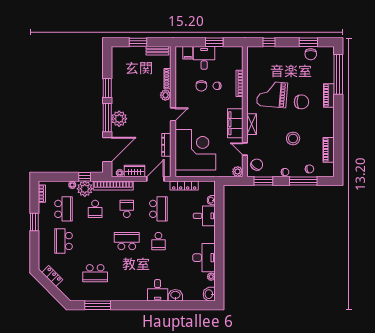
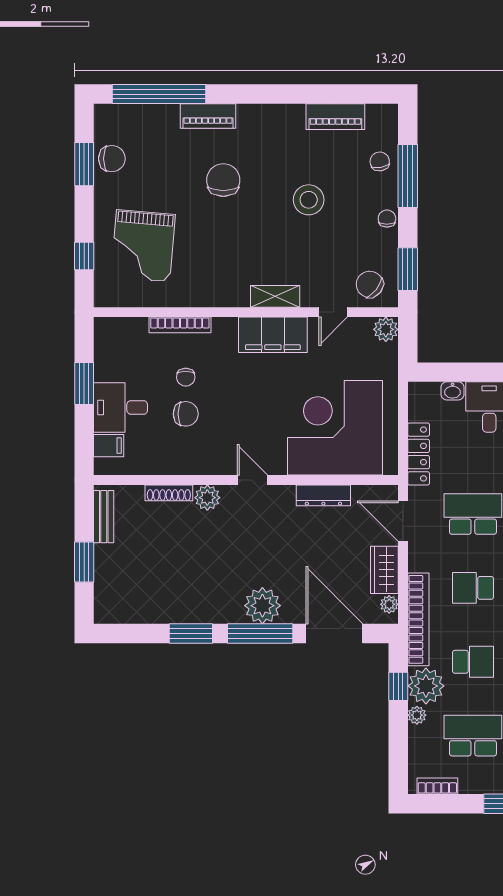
grand piano: (272, 94) -> (143, 246), moved

